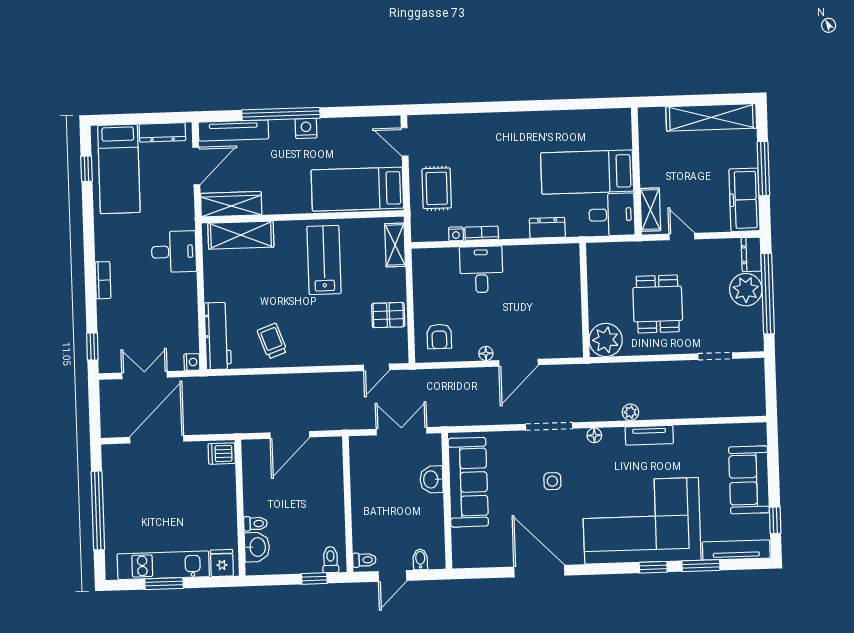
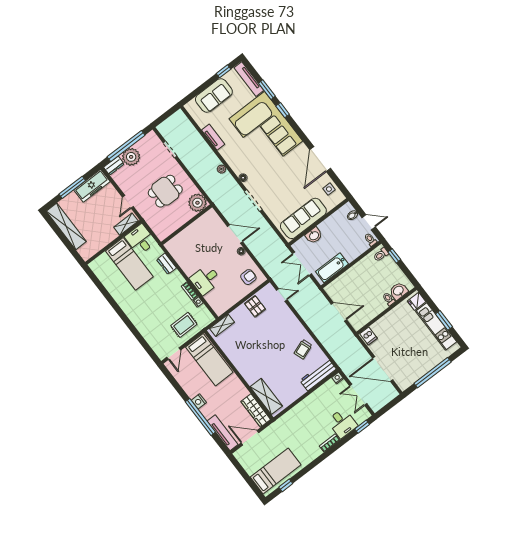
dresser: (162, 132) -> (246, 463), removed
desk: (174, 252) -> (342, 423), moved, turned 180
lab bench: (324, 260) -> (251, 352), removed
tv unit: (649, 435) -> (213, 137), moved
bathtub: (363, 472) -> (332, 268), added
side table: (552, 481) -> (329, 189), moved

